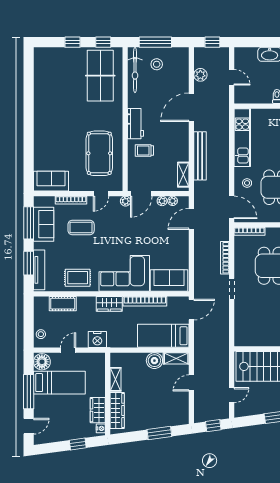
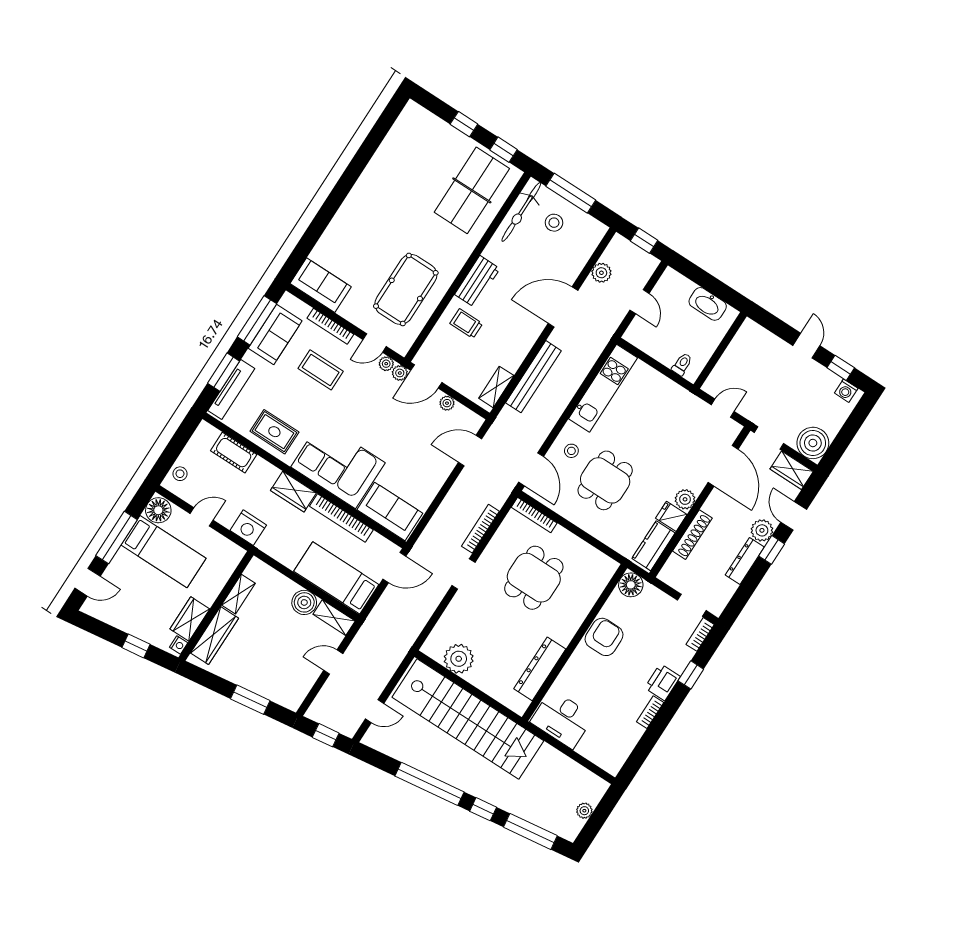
plant: (173, 201) -> (386, 364), moved
plant: (259, 337) -> (459, 659), added

